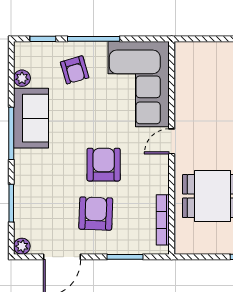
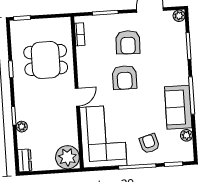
plant: (191, 58) -> (67, 157), added
bookcase: (163, 220) -> (80, 34), width x0.64

